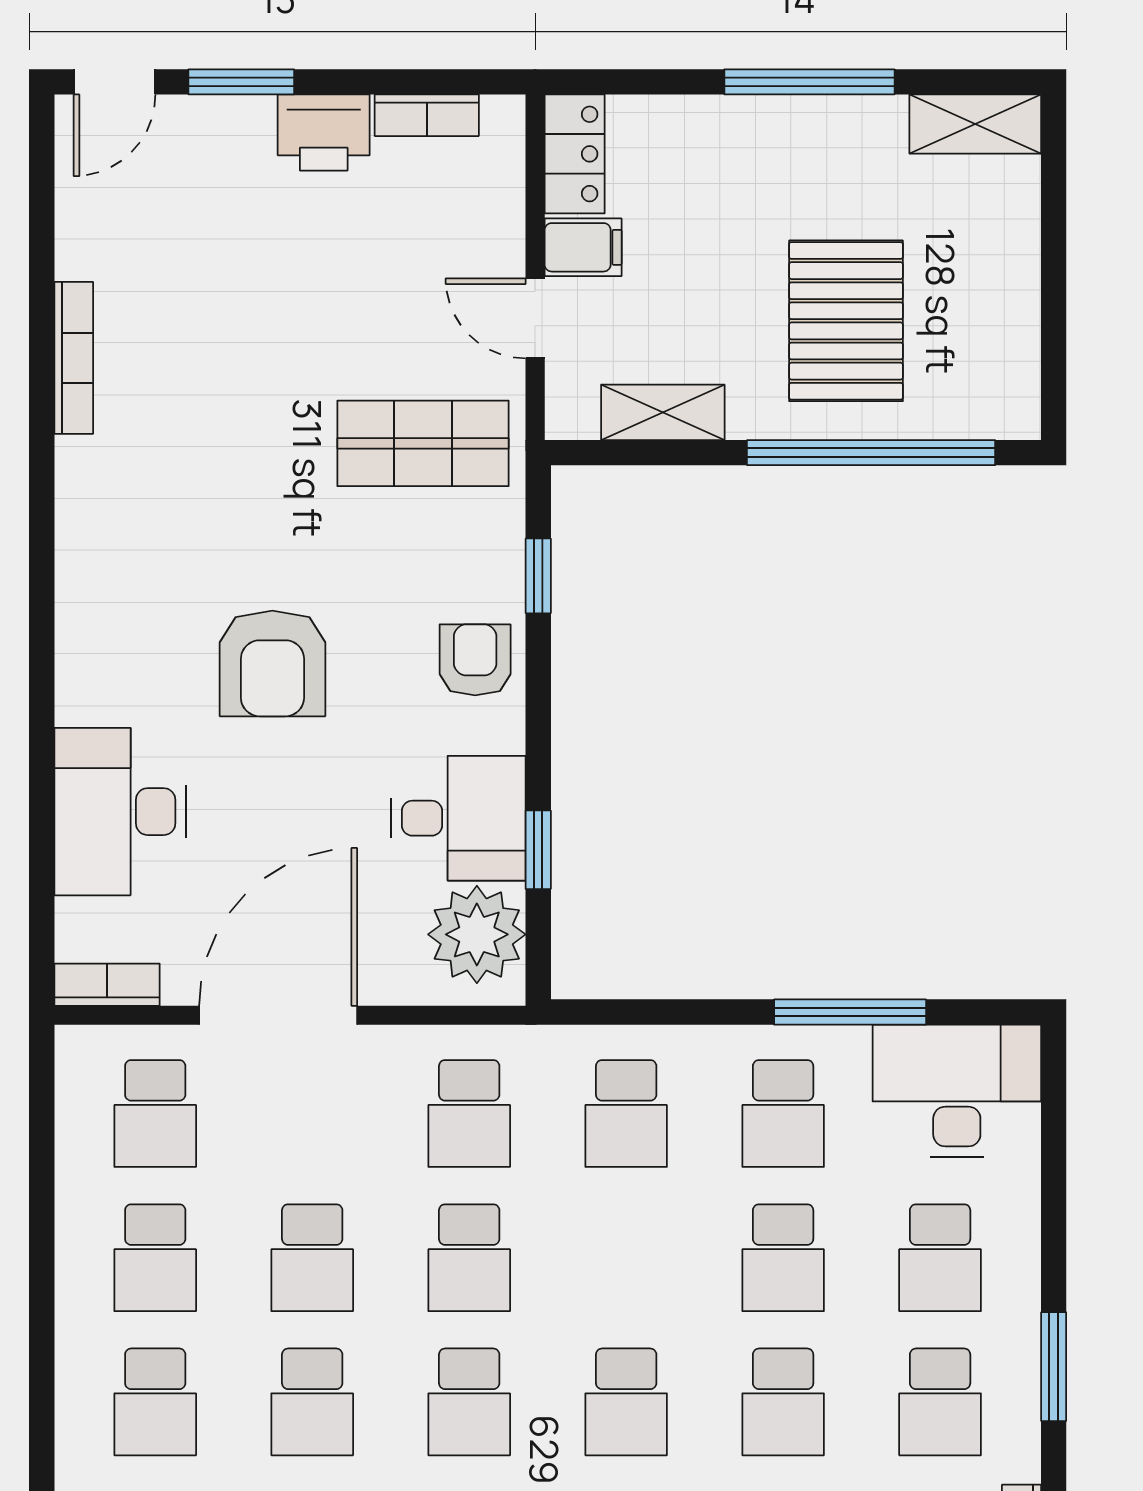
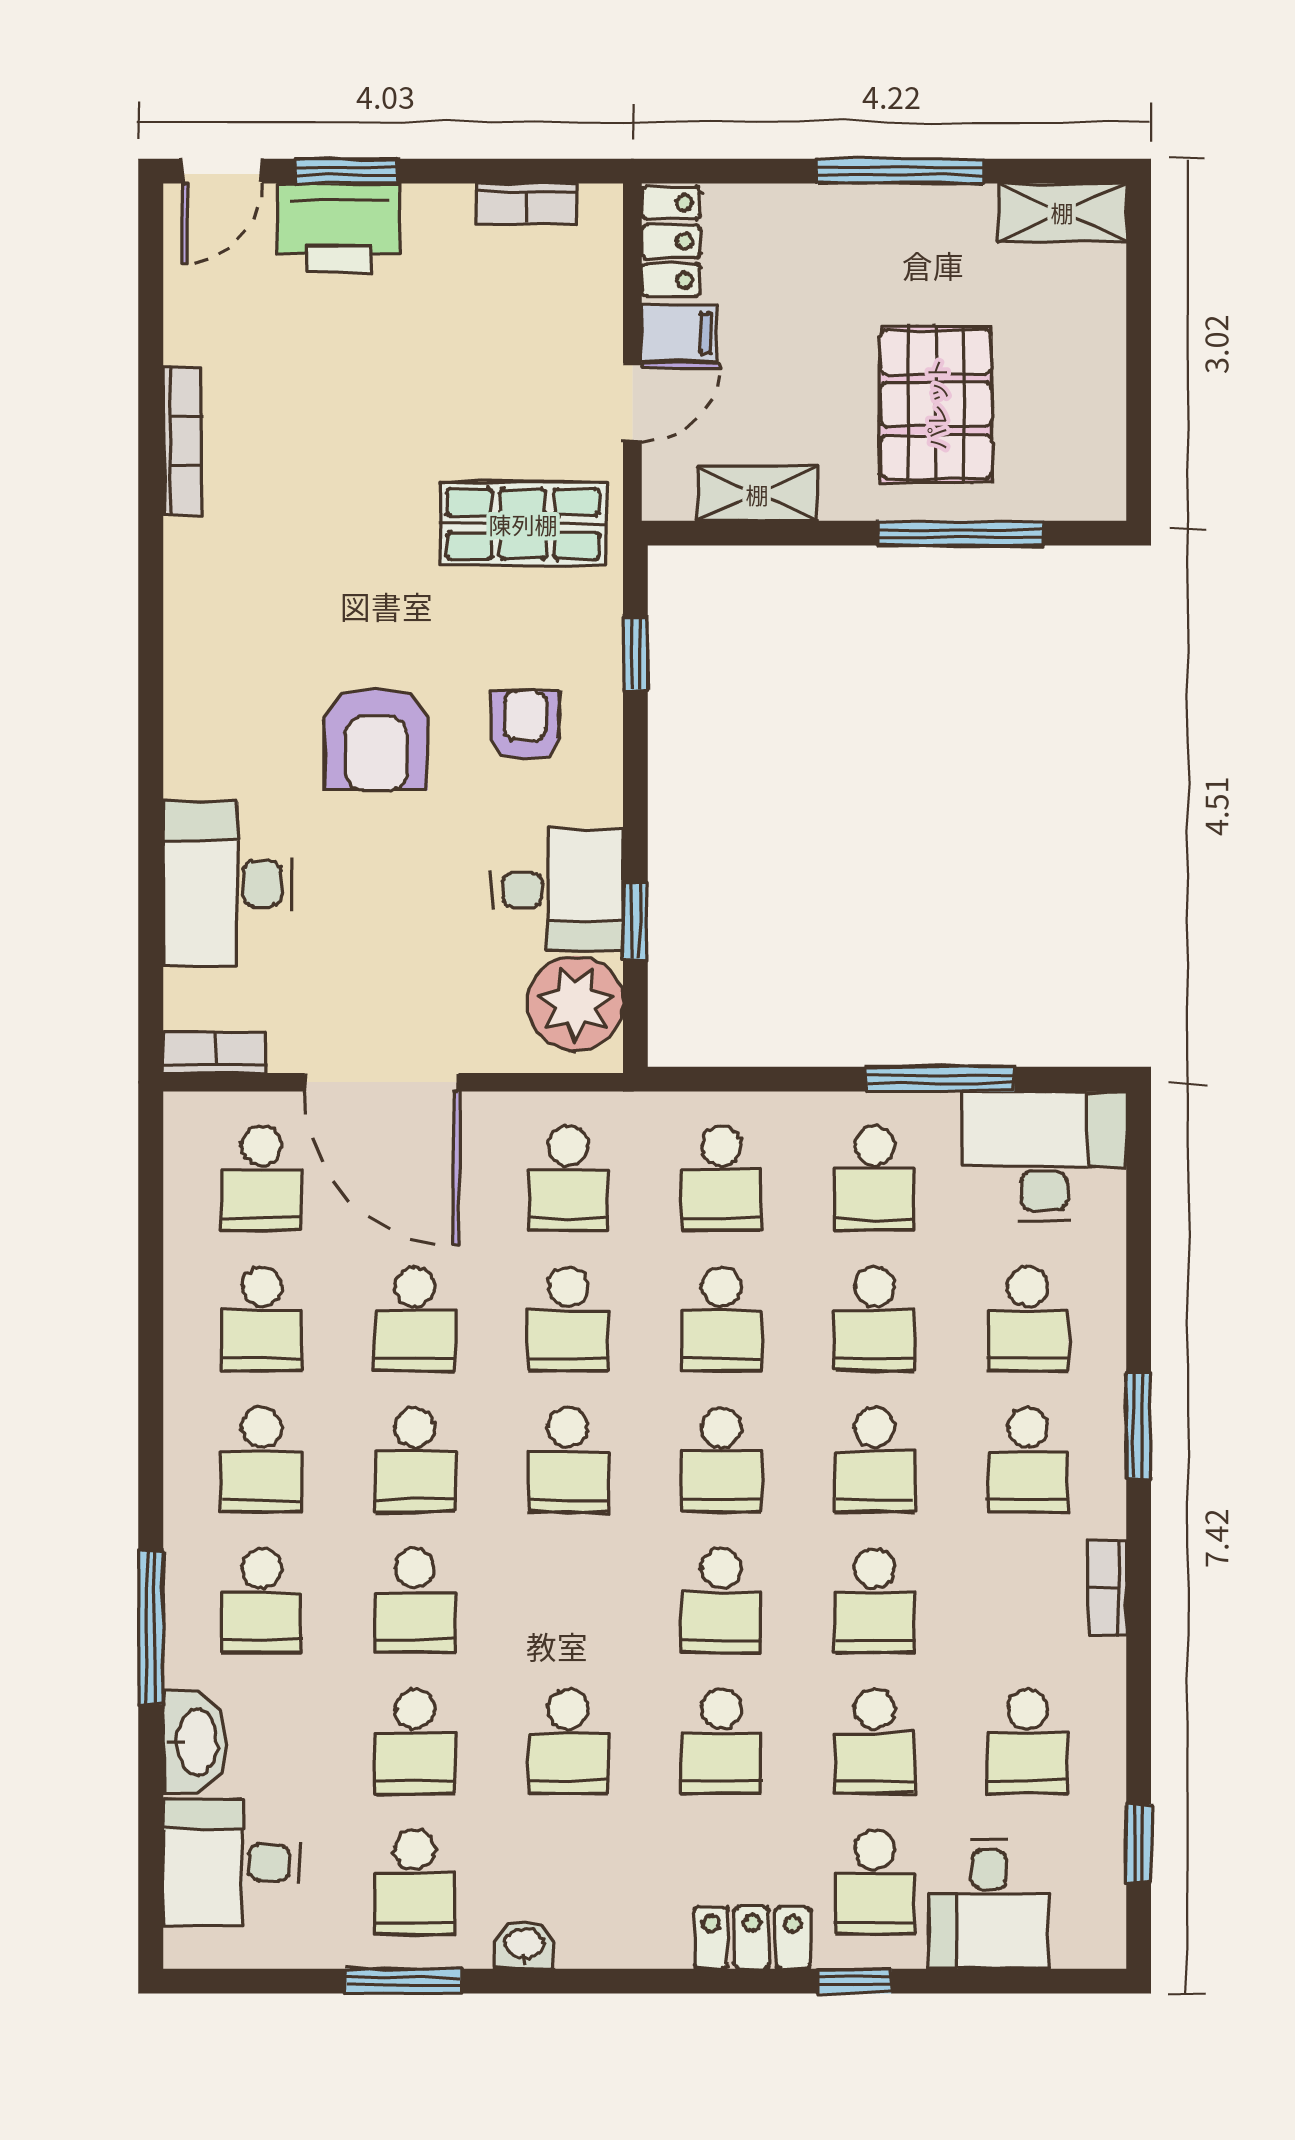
printer: (324, 132) -> (339, 228), moved, width x1.37, depth x1.19
door: (535, 318) -> (632, 402), swing flipped
window: (871, 453) -> (960, 533), width x0.68
armchair: (475, 660) -> (525, 725), moved
door: (278, 1015) -> (382, 1082), swing flipped
school desk: (626, 1258) -> (721, 1319), added

